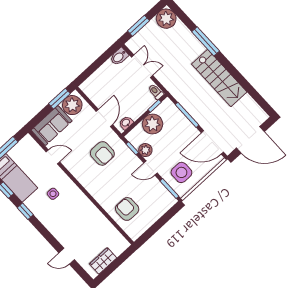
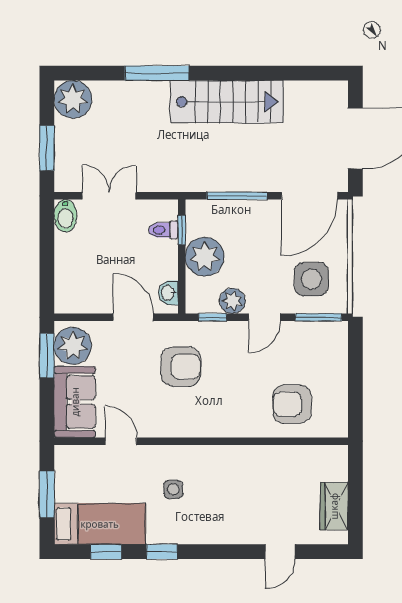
toilet: (156, 92) -> (163, 230), moved
door: (53, 157) -> (121, 441), hinge flipped

